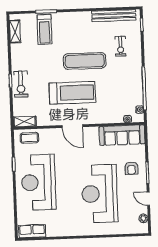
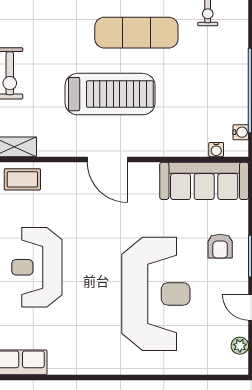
reception desk: (39, 182) -> (37, 267), width x0.74, depth x0.77
reception desk: (100, 194) -> (156, 294), turned 180

